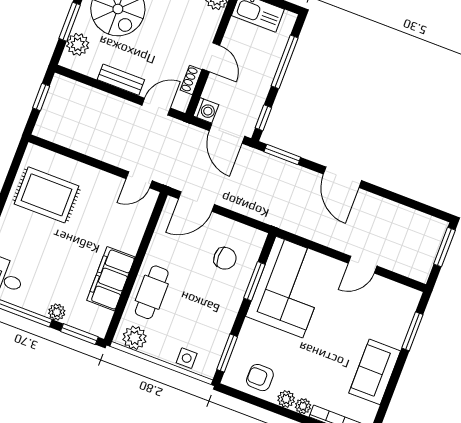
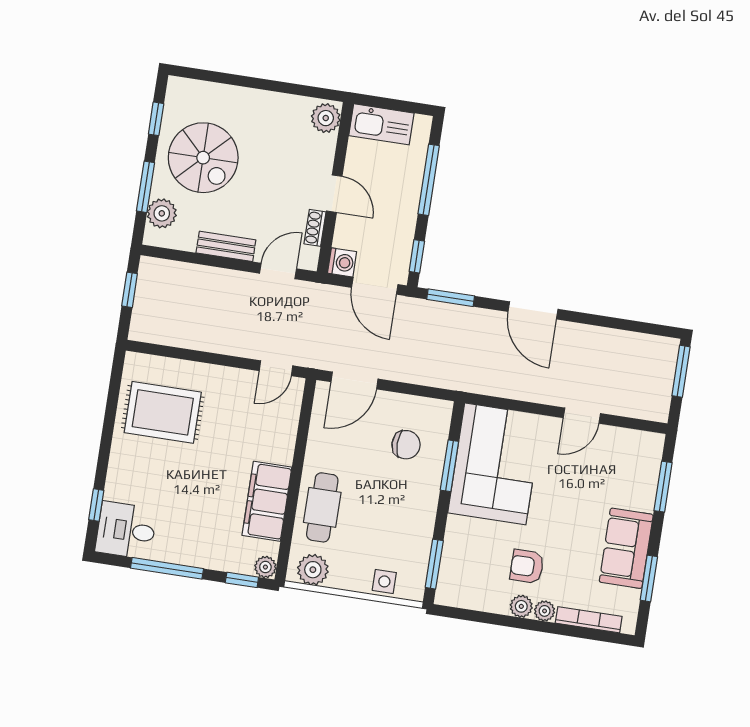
plant: (57, 312) -> (265, 567), moved
window: (79, 334) -> (242, 580), width x0.67
armchair: (260, 378) -> (527, 566), moved
window: (387, 398) -> (649, 578), added

